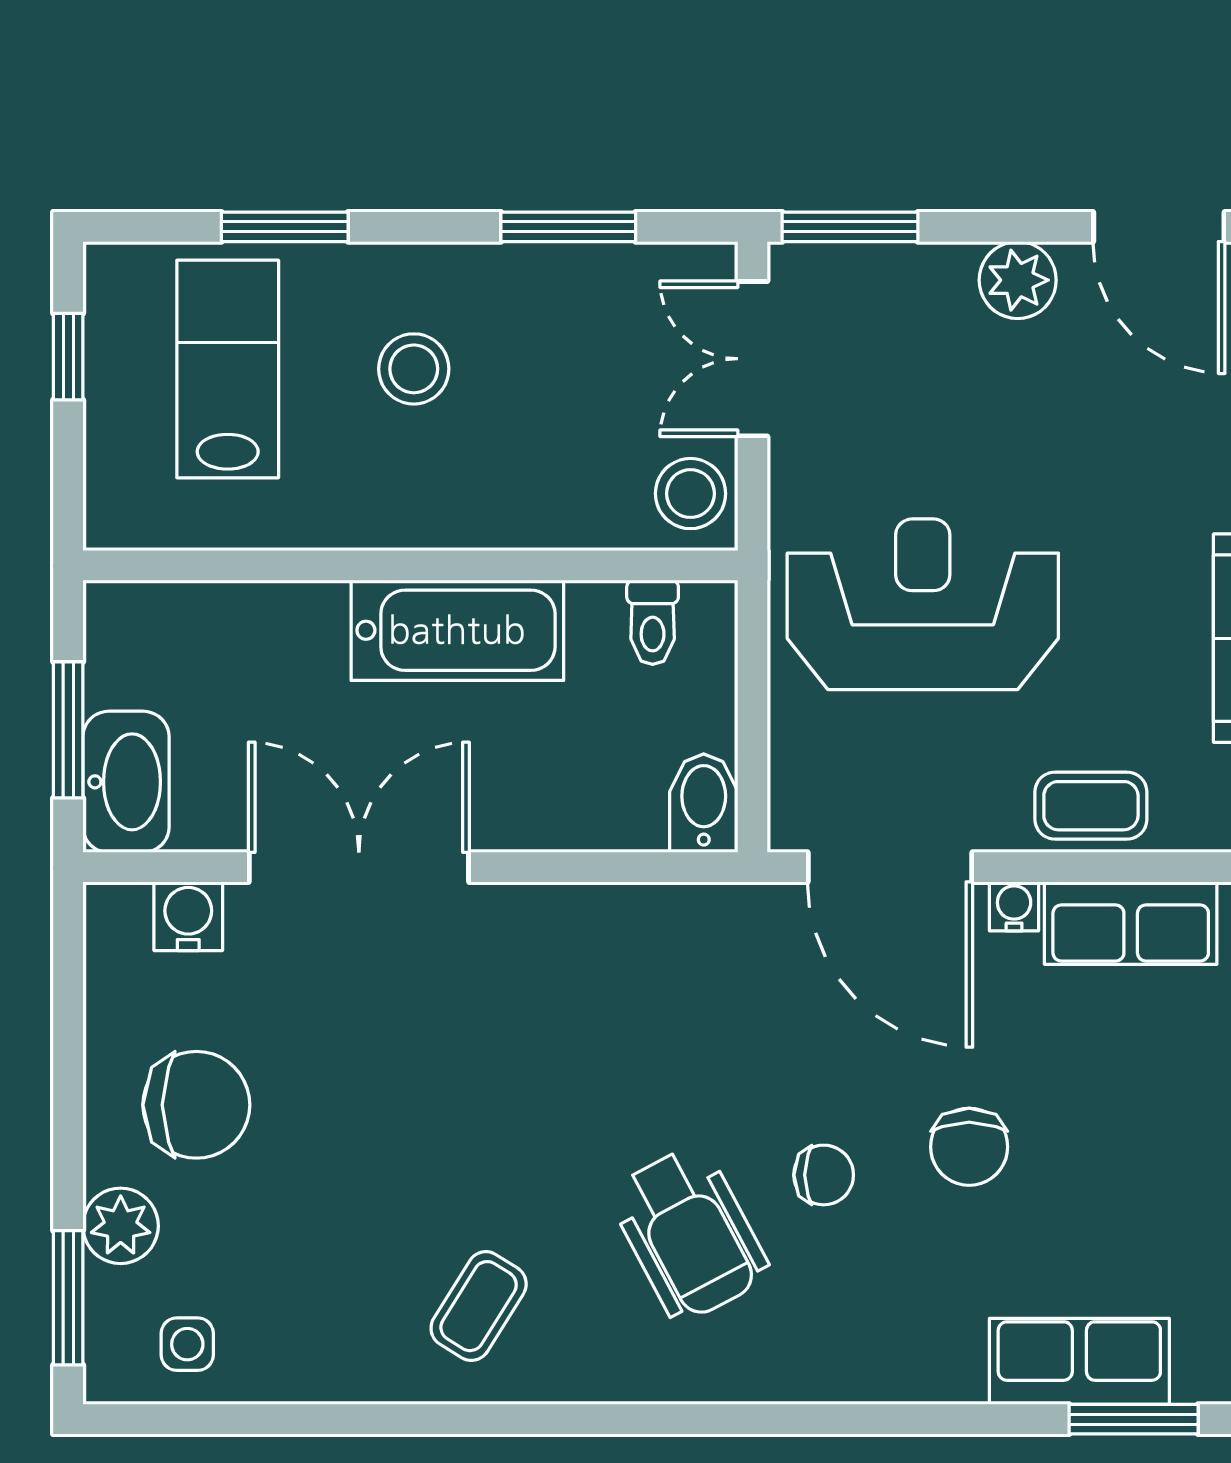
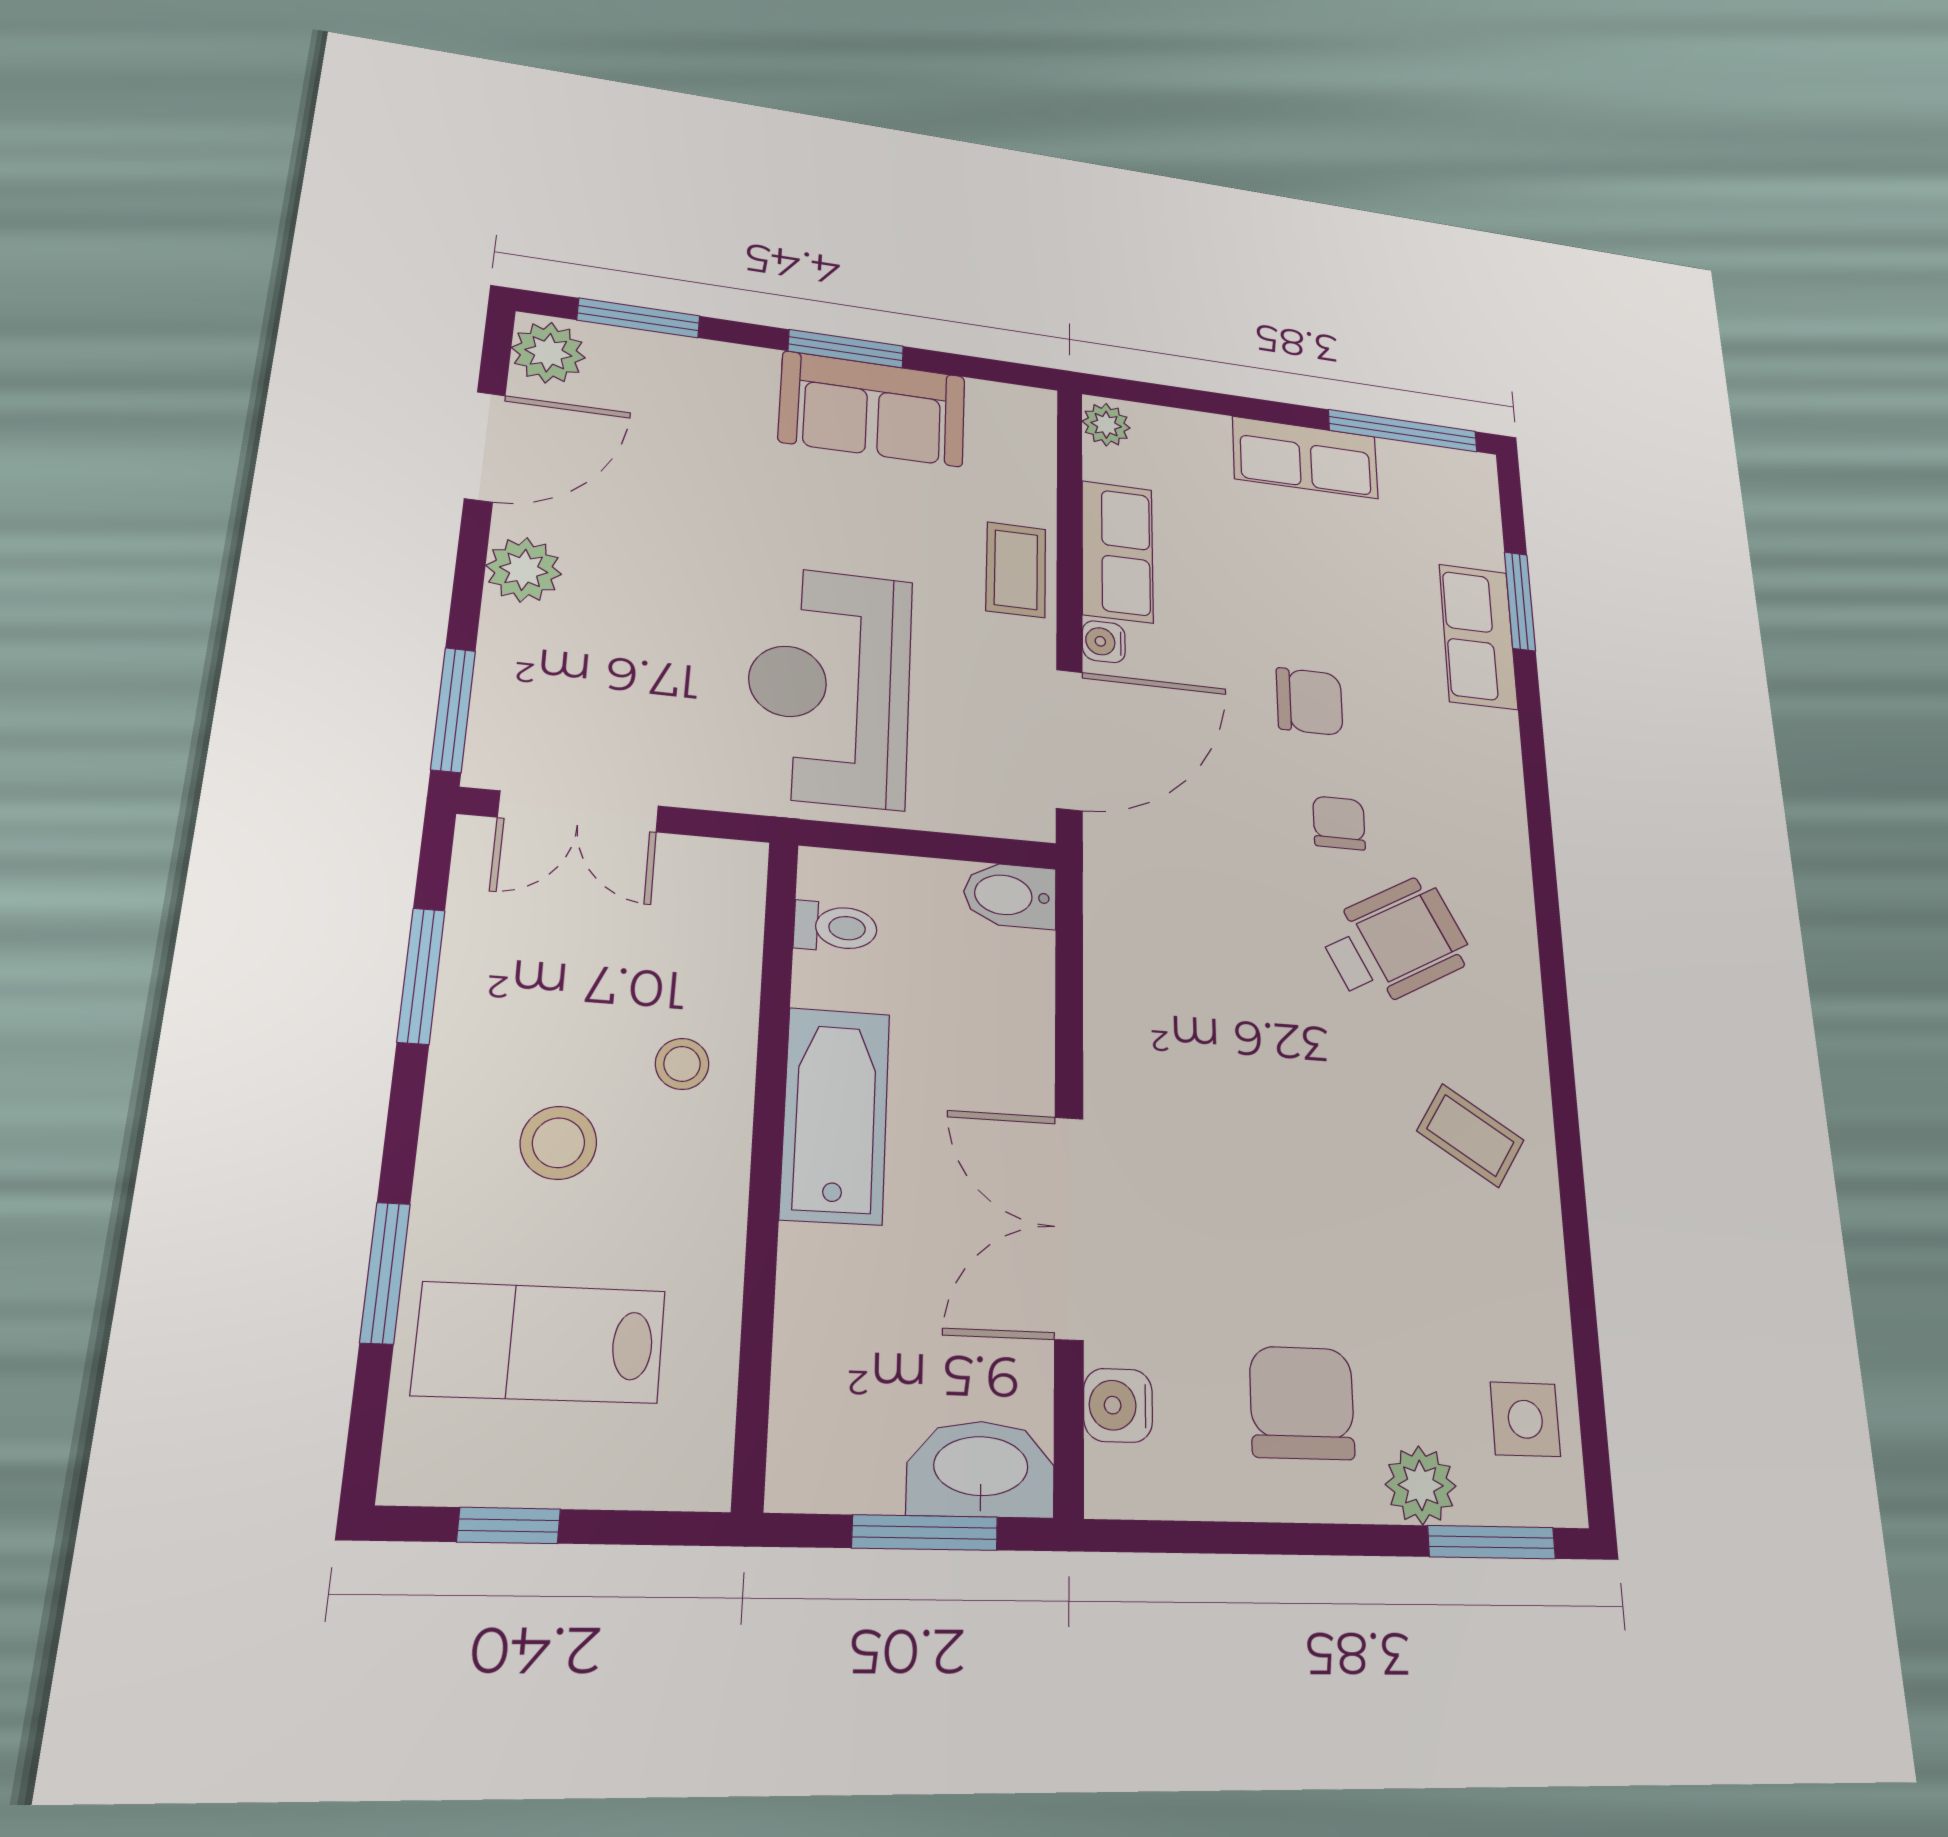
stool: (690, 494) -> (682, 1064), moved, width x0.73, depth x0.73
side table: (187, 1344) -> (1525, 1419), width x1.37, depth x1.37

